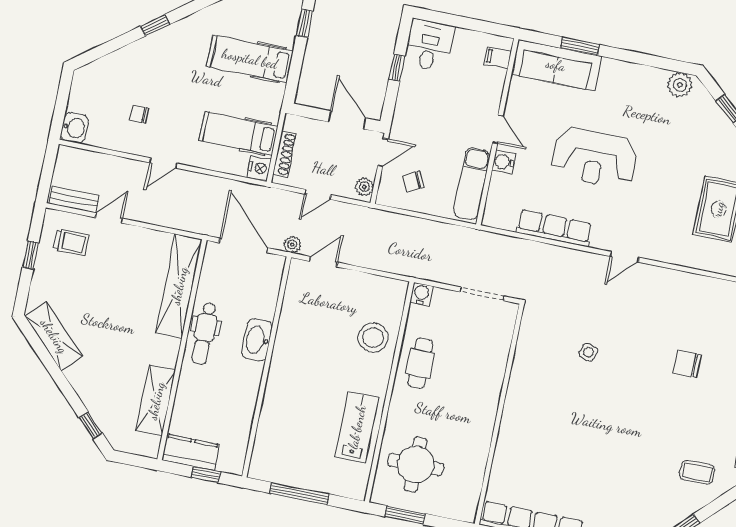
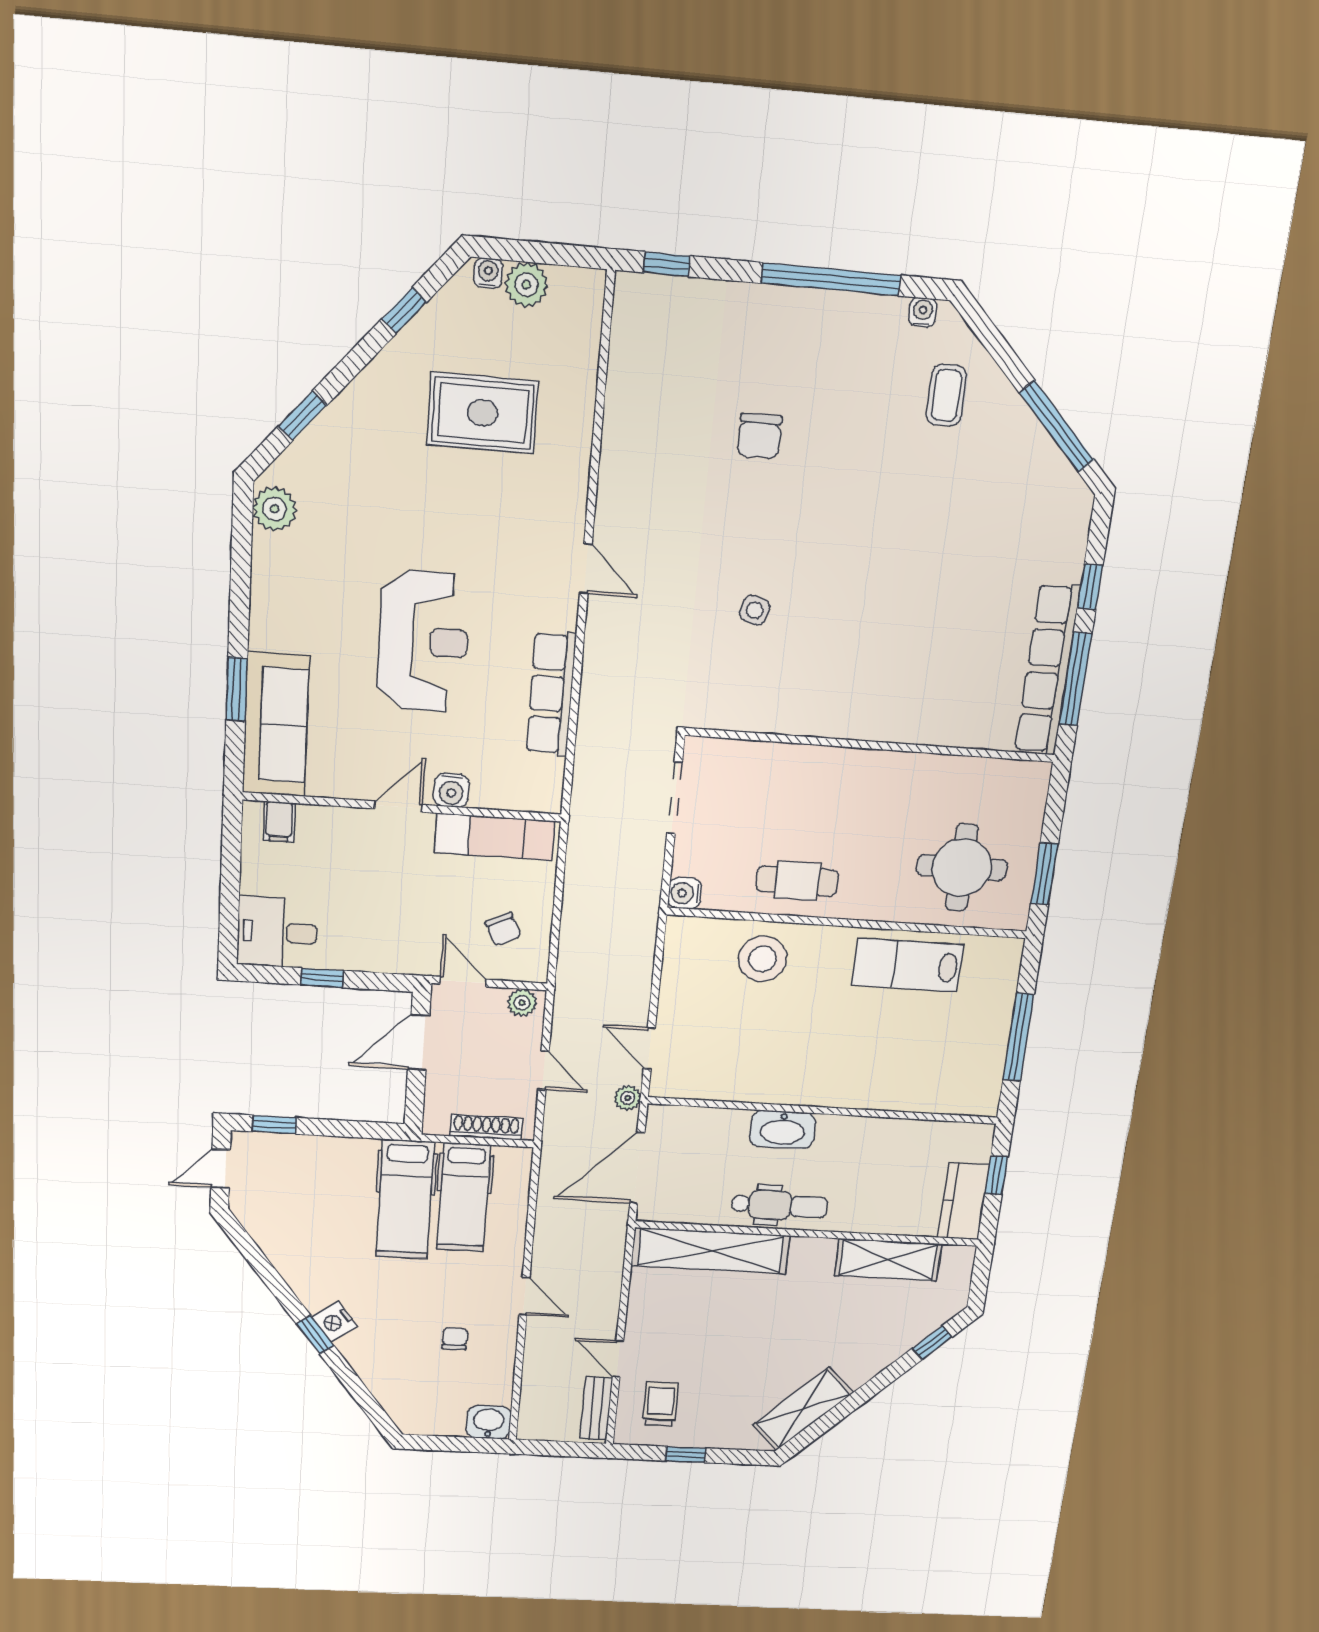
hospital bed: (250, 59) -> (405, 1199), moved
chair: (139, 114) -> (455, 1339), turned 180
nightstand: (259, 168) -> (335, 1322), moved, turned -127

